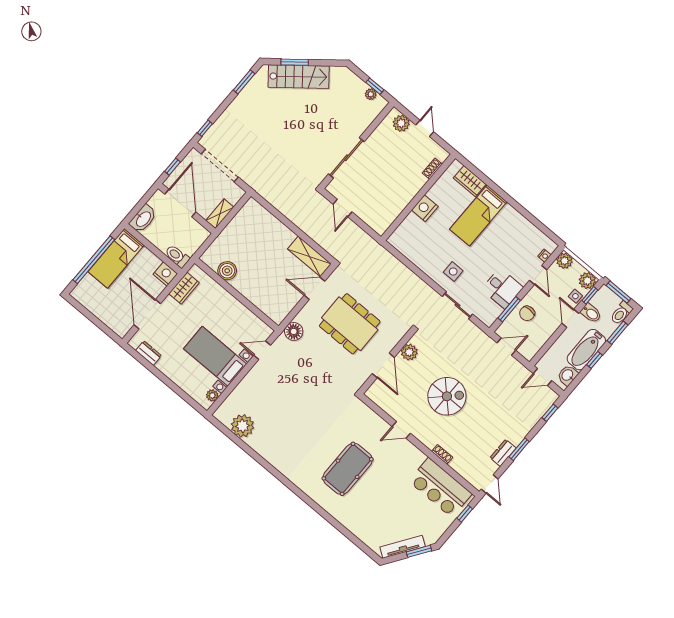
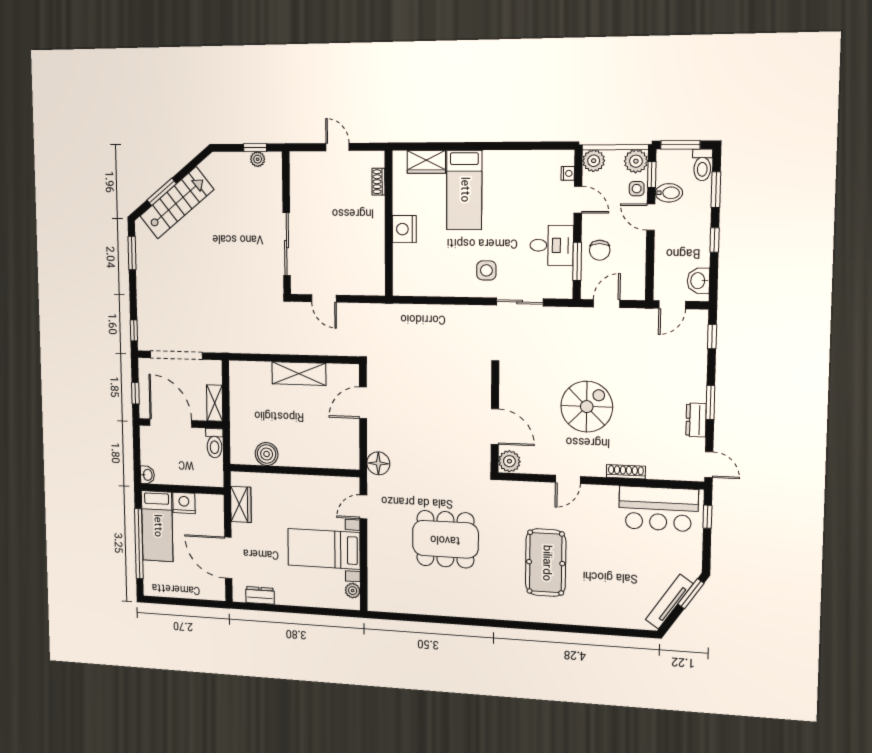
plant: (401, 123) -> (310, 162), removed
washbasin: (143, 219) -> (147, 475), width x0.52, depth x0.69
toilet: (177, 256) -> (214, 443), moved, turned -90
shelving: (309, 256) -> (299, 374), moved
nightstand: (165, 274) -> (184, 503), moved
dining table: (350, 324) -> (445, 539), moved
bathtub: (586, 350) -> (696, 236), removed
plant: (409, 352) -> (509, 461), moved
plant: (243, 426) -> (406, 599), removed
shoe rack: (442, 454) -> (626, 472), width x1.43

